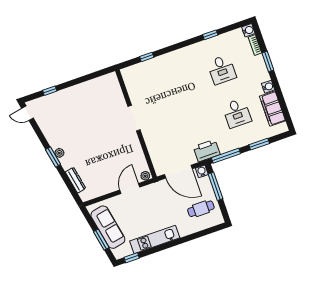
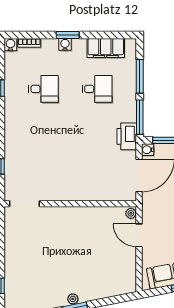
window: (268, 62) -> (68, 35), moved
water cooler: (268, 87) -> (65, 44), moved
doorway: (134, 118) -> (24, 204), moved
window: (259, 144) -> (140, 76), width x1.44
dresser: (75, 180) -> (109, 292), removed

